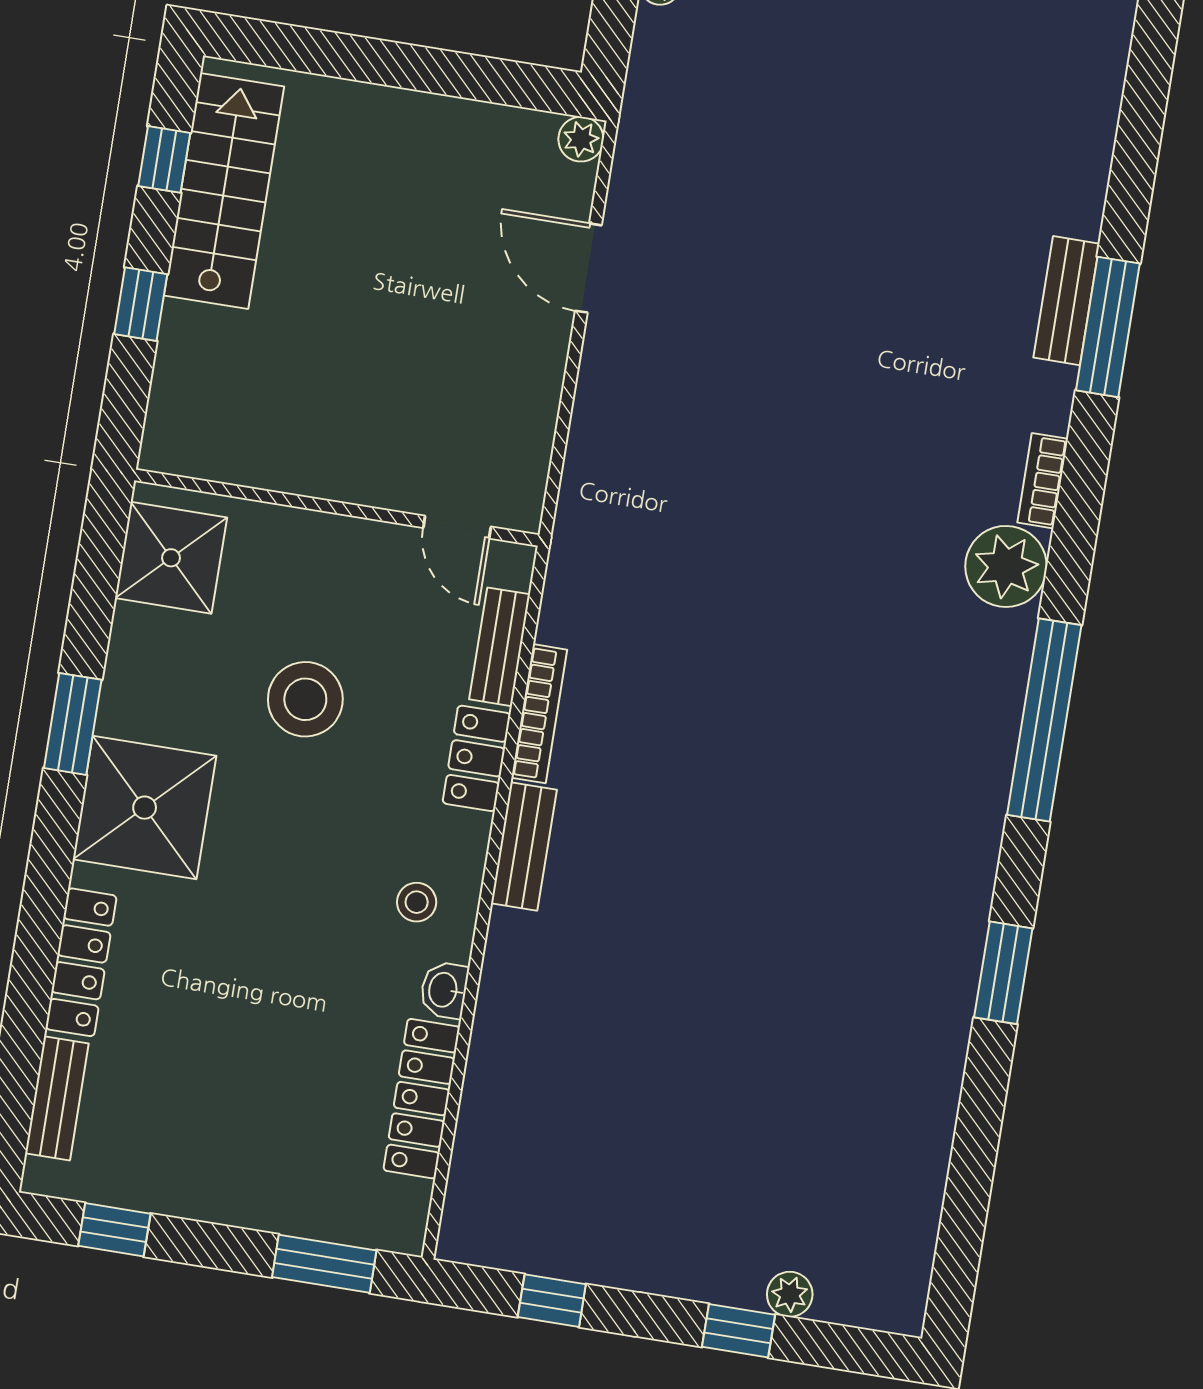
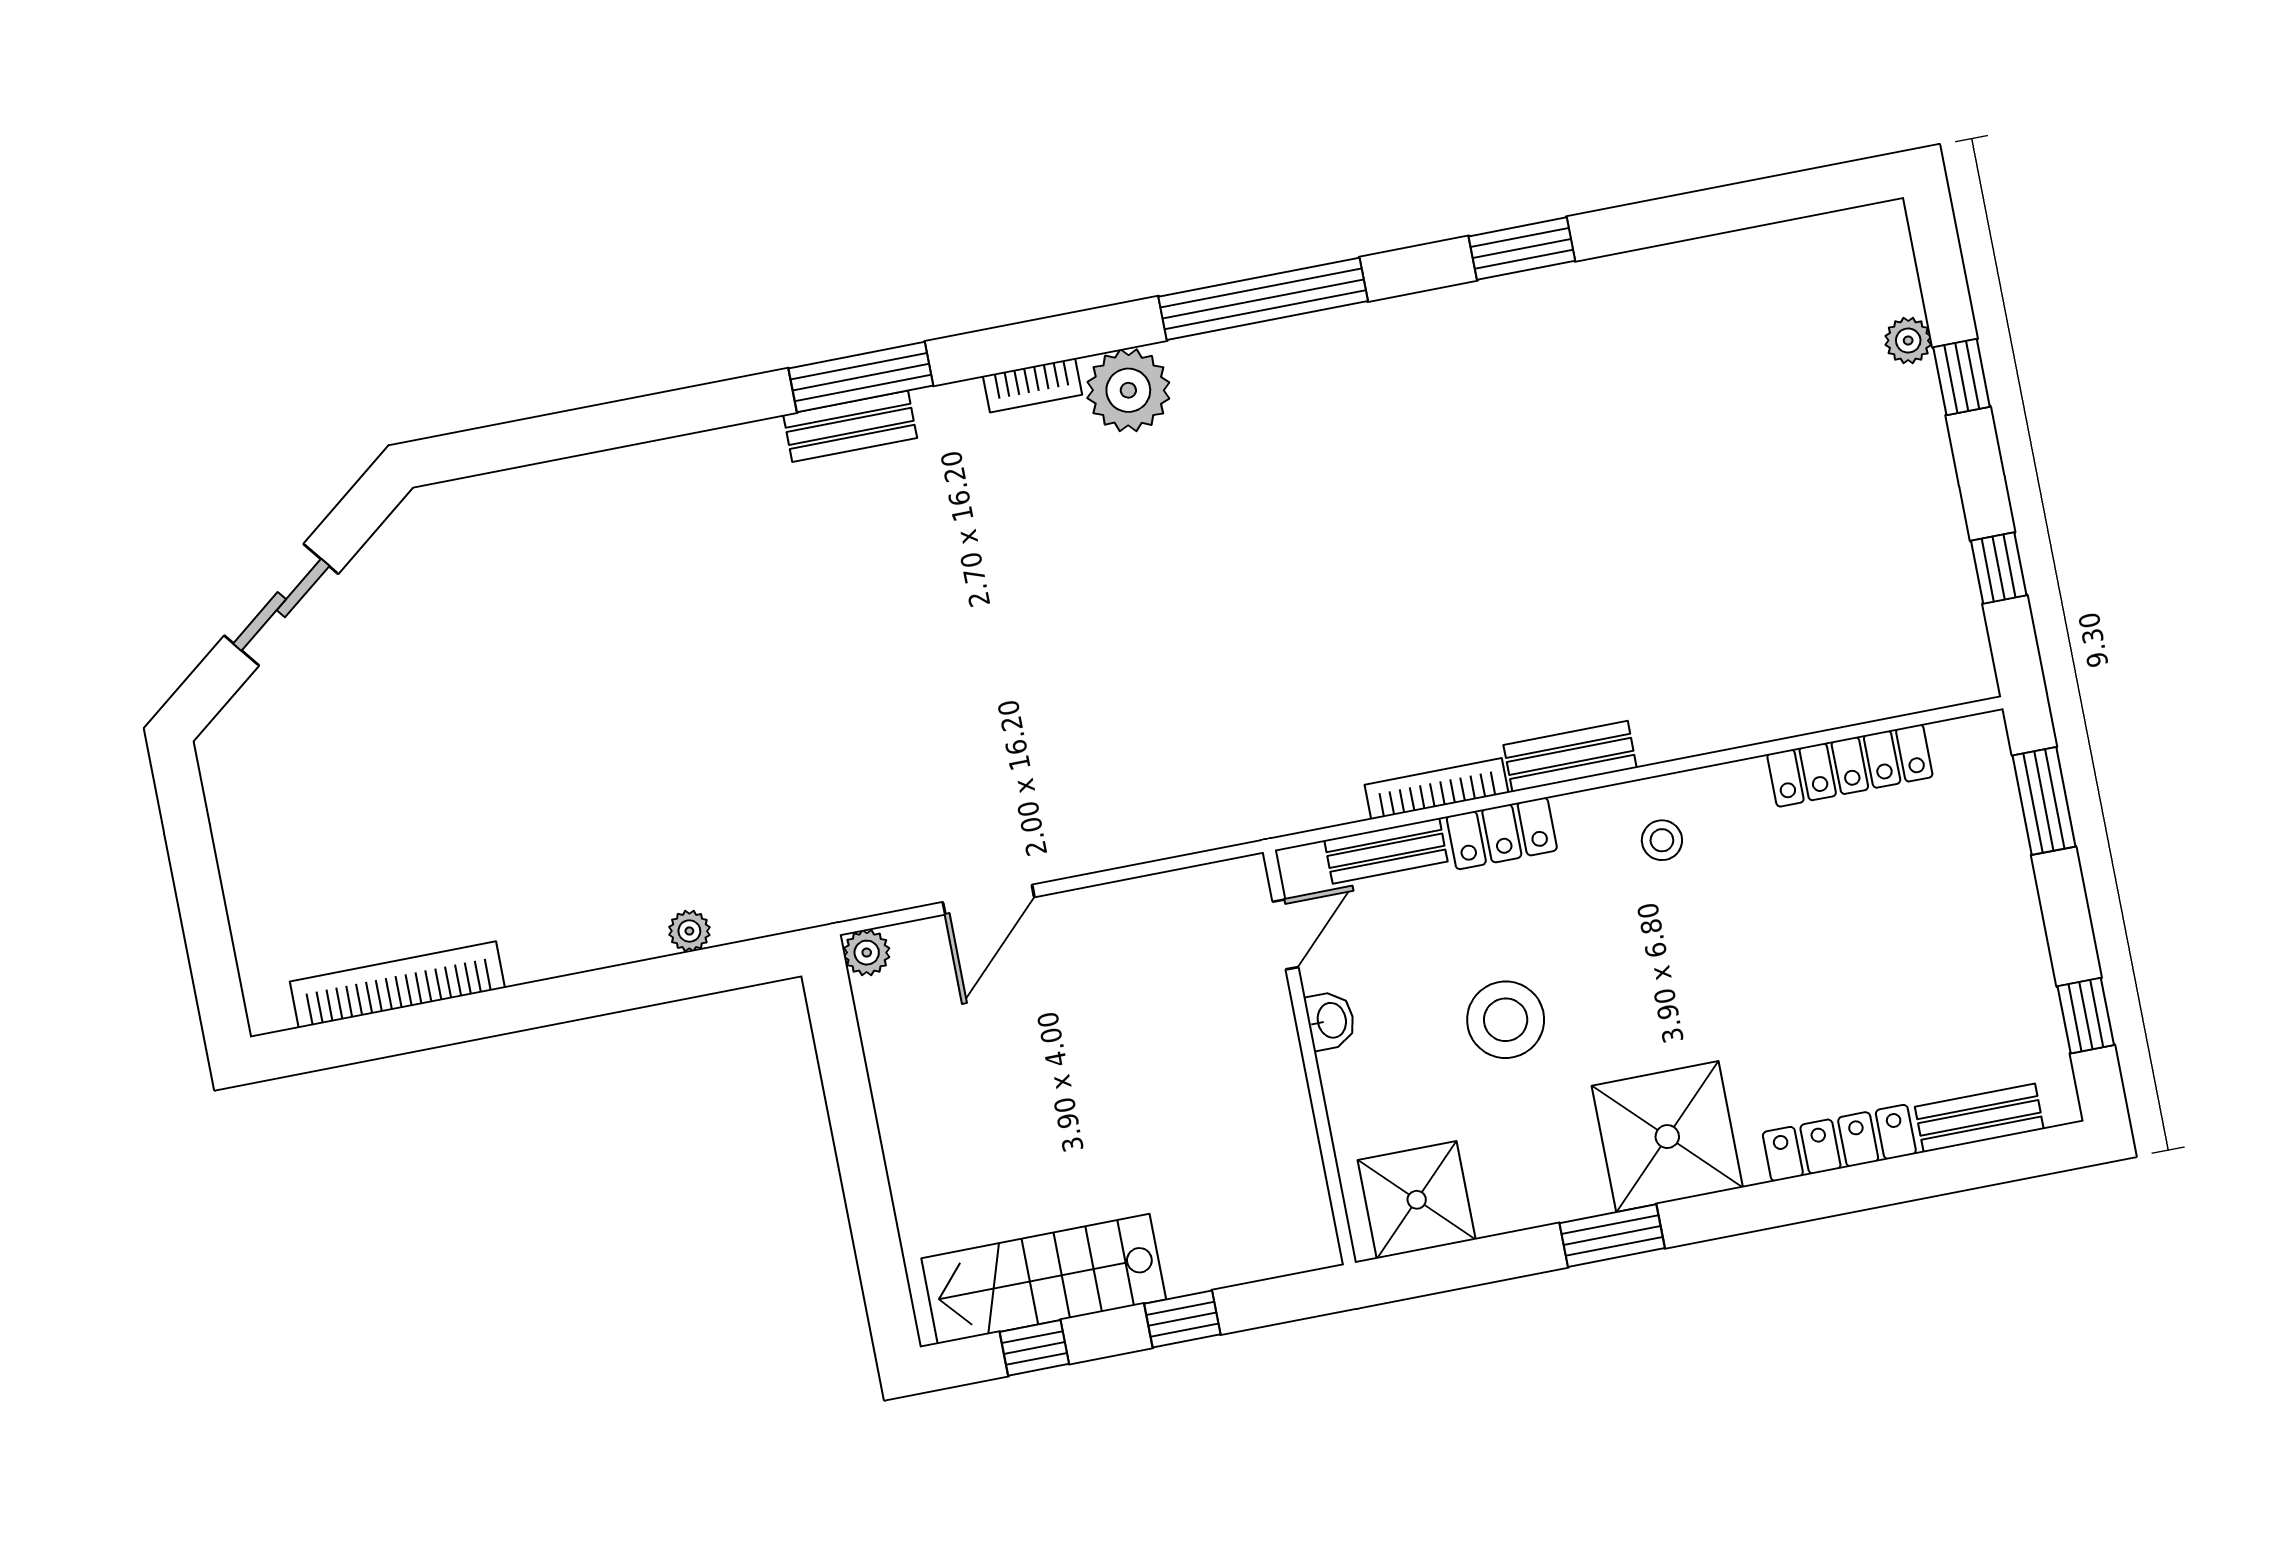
washbasin: (444, 990) -> (1331, 1021), moved, turned -90

